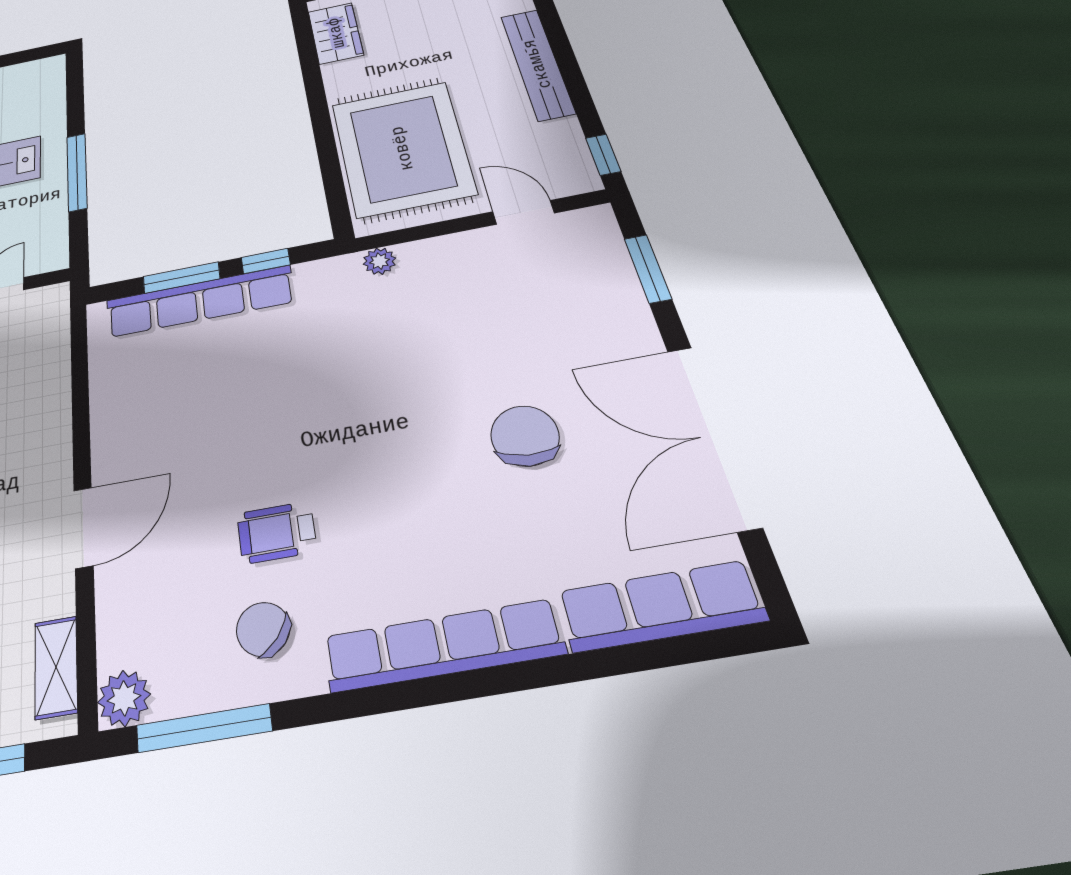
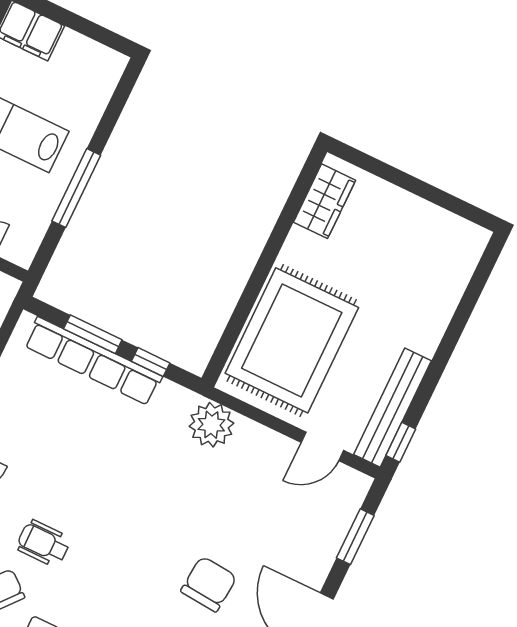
bench: (537, 64) -> (393, 408), moved
door: (523, 212) -> (322, 446), swing flipped
plant: (379, 261) -> (211, 425), width x1.87, depth x1.87

